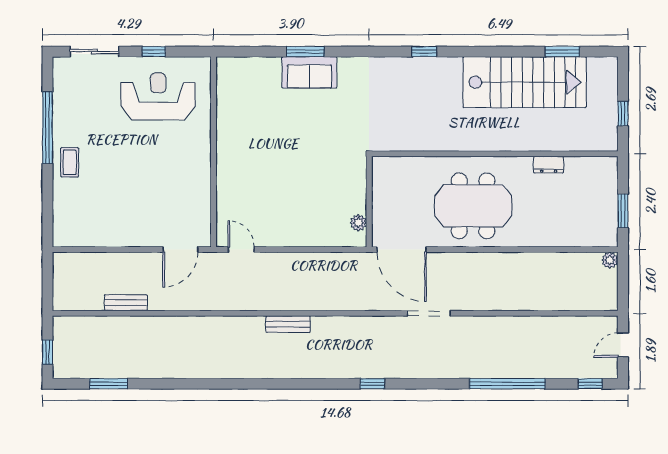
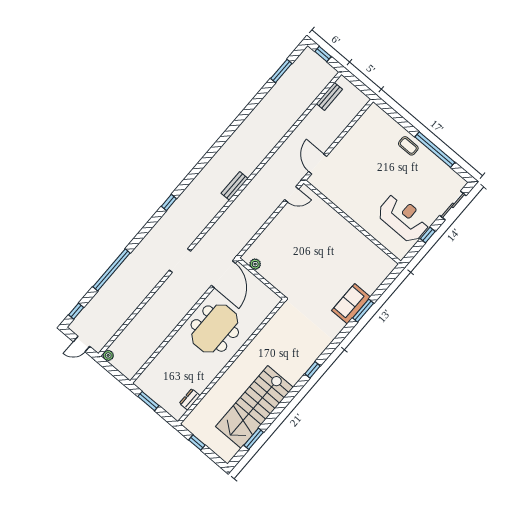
reception desk: (158, 97) -> (403, 218), turned -90
dresser: (549, 165) -> (190, 399), moved
door: (401, 250) -> (223, 274), swing flipped
plant: (610, 260) -> (108, 355), moved
bench: (126, 303) -> (329, 96), moved
door: (623, 345) -> (82, 344), swing flipped

